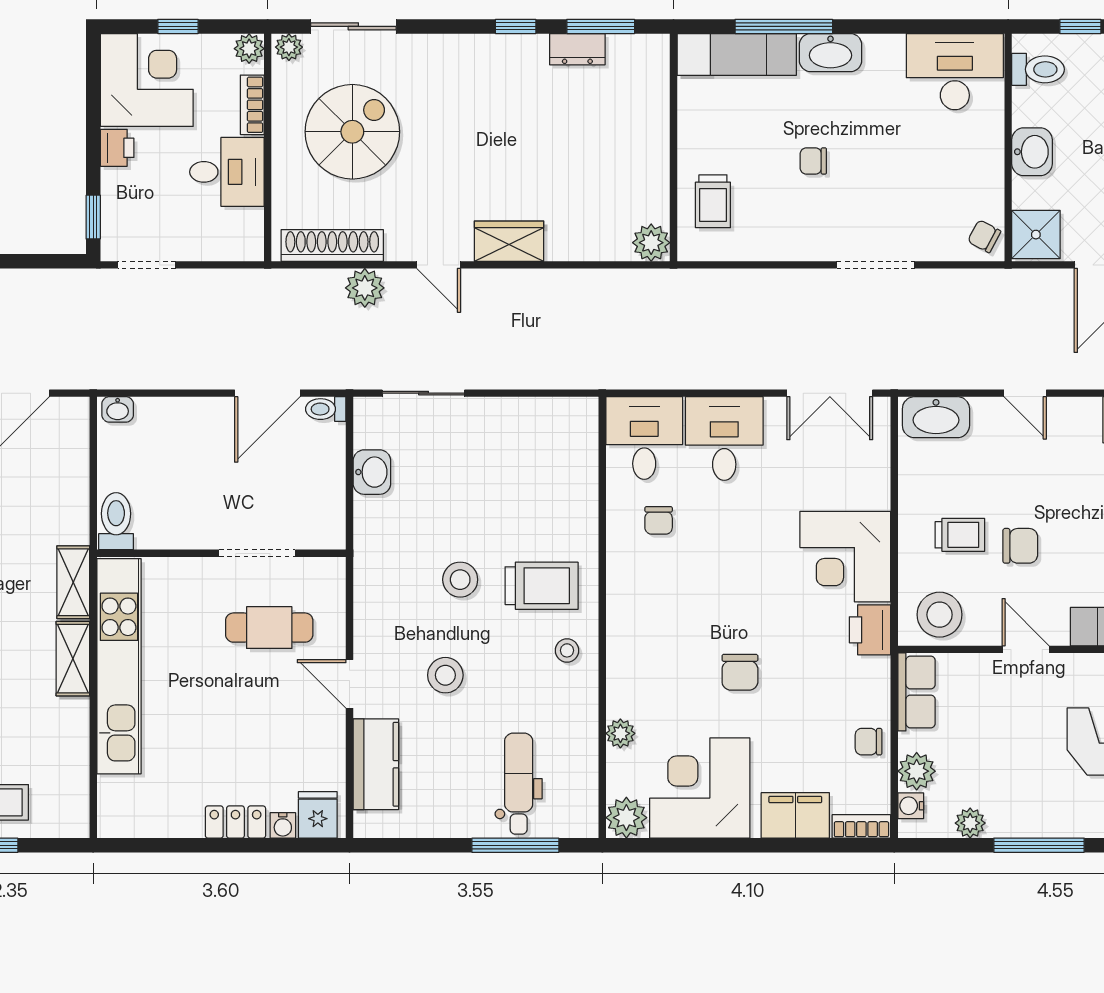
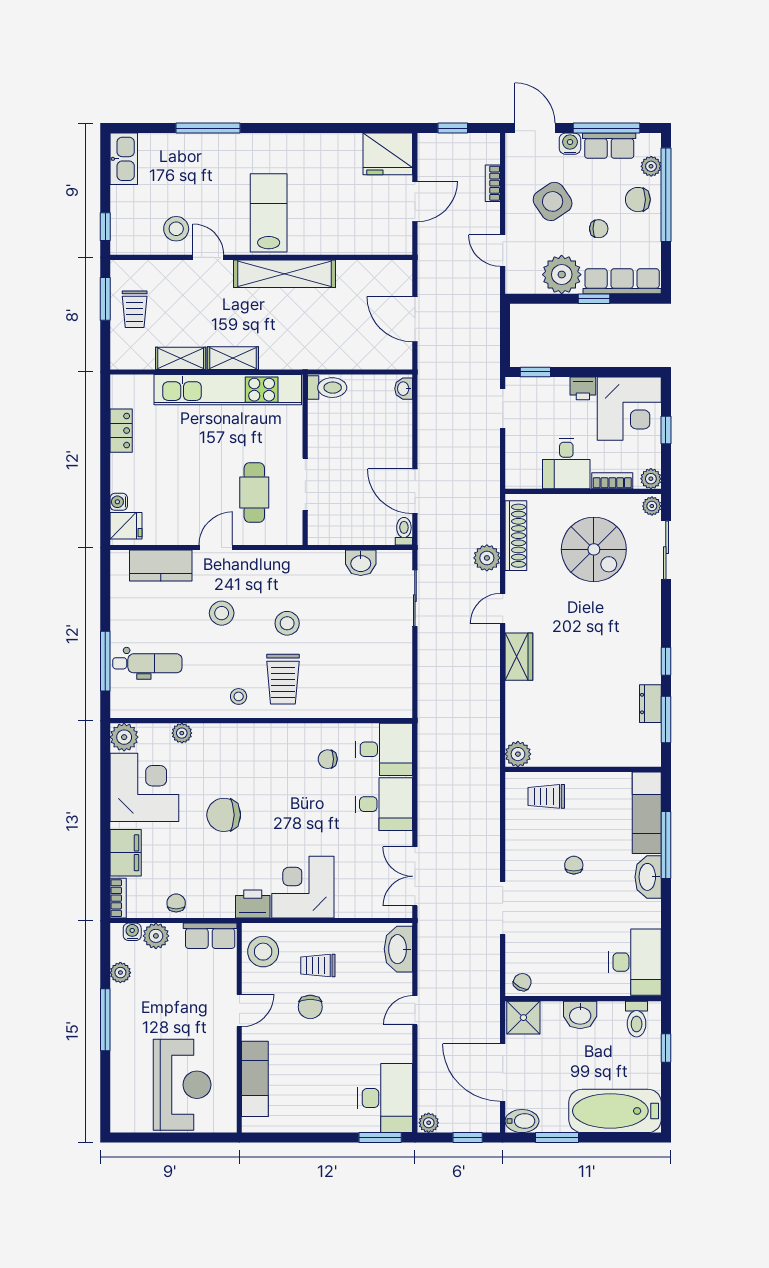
trolley: (960, 535) -> (318, 965), turned 90
shelving: (73, 582) -> (181, 358), moved
chair: (740, 672) -> (224, 815), width x1.37, depth x1.37
locker: (235, 822) -> (121, 431), moved

